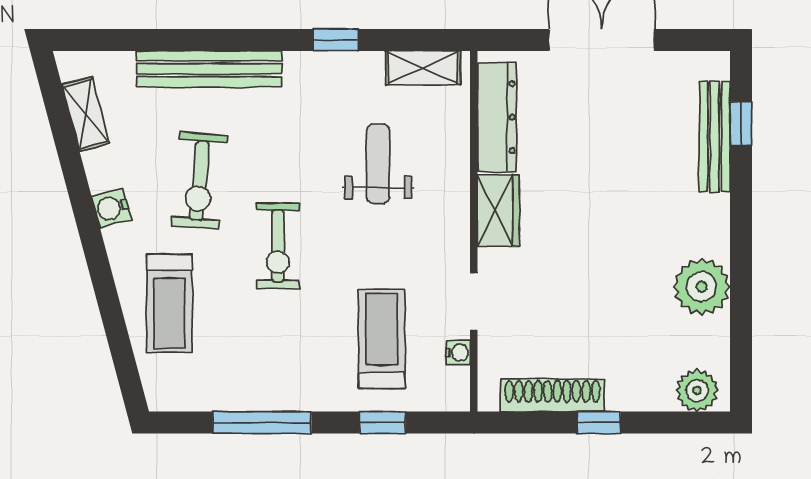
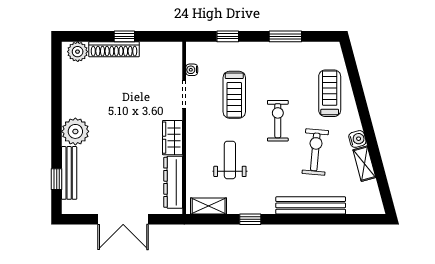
shelving: (86, 114) -> (364, 164), moved
weight bench: (378, 164) -> (230, 160), turned 180
plant: (702, 287) -> (75, 131), moved
treadmill: (382, 339) -> (234, 95), moved
shoe rack: (552, 395) -> (114, 49), moved
window: (262, 423) -> (285, 36), width x0.69

